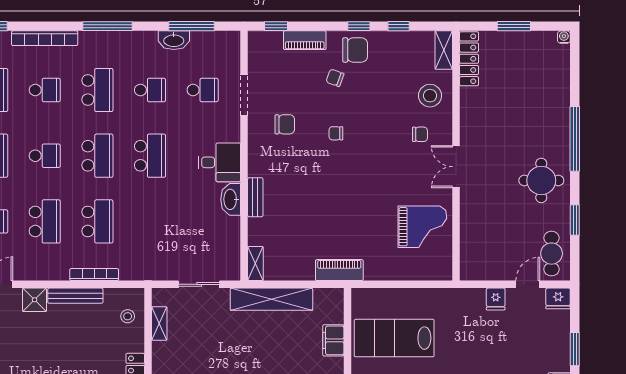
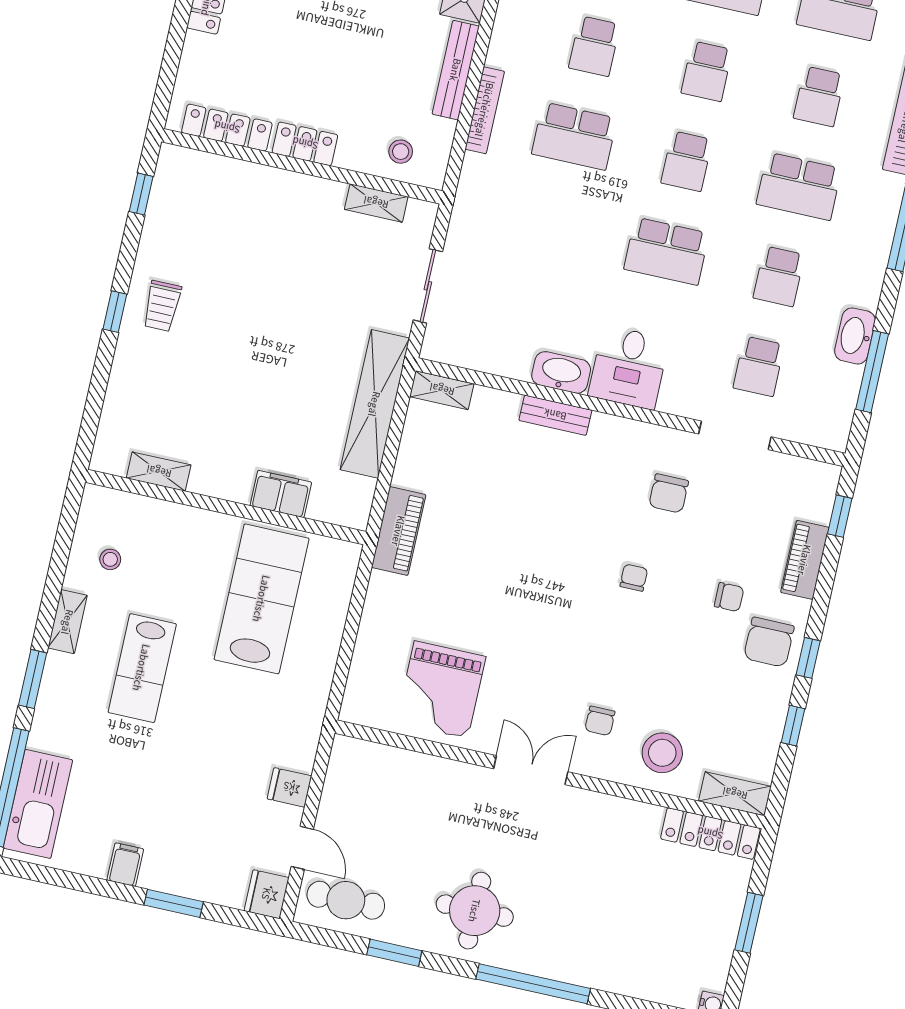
chair: (335, 78) -> (729, 597), turned 70
school desk: (97, 156) -> (687, 161), width x0.54
school desk: (45, 221) -> (594, 46), width x0.54

